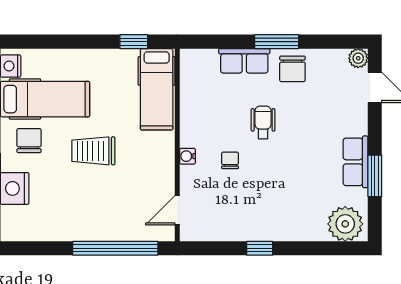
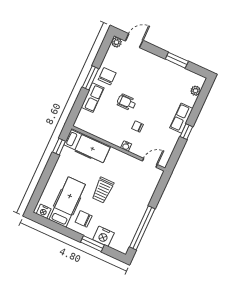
chair: (292, 69) -> (107, 76), turned -90
row of seats: (356, 162) -> (181, 118), moved, turned 90
door: (177, 210) -> (150, 163), swing flipped
plant: (345, 224) -> (196, 91), width x0.53, depth x0.53
window: (115, 248) -> (142, 228), moved

